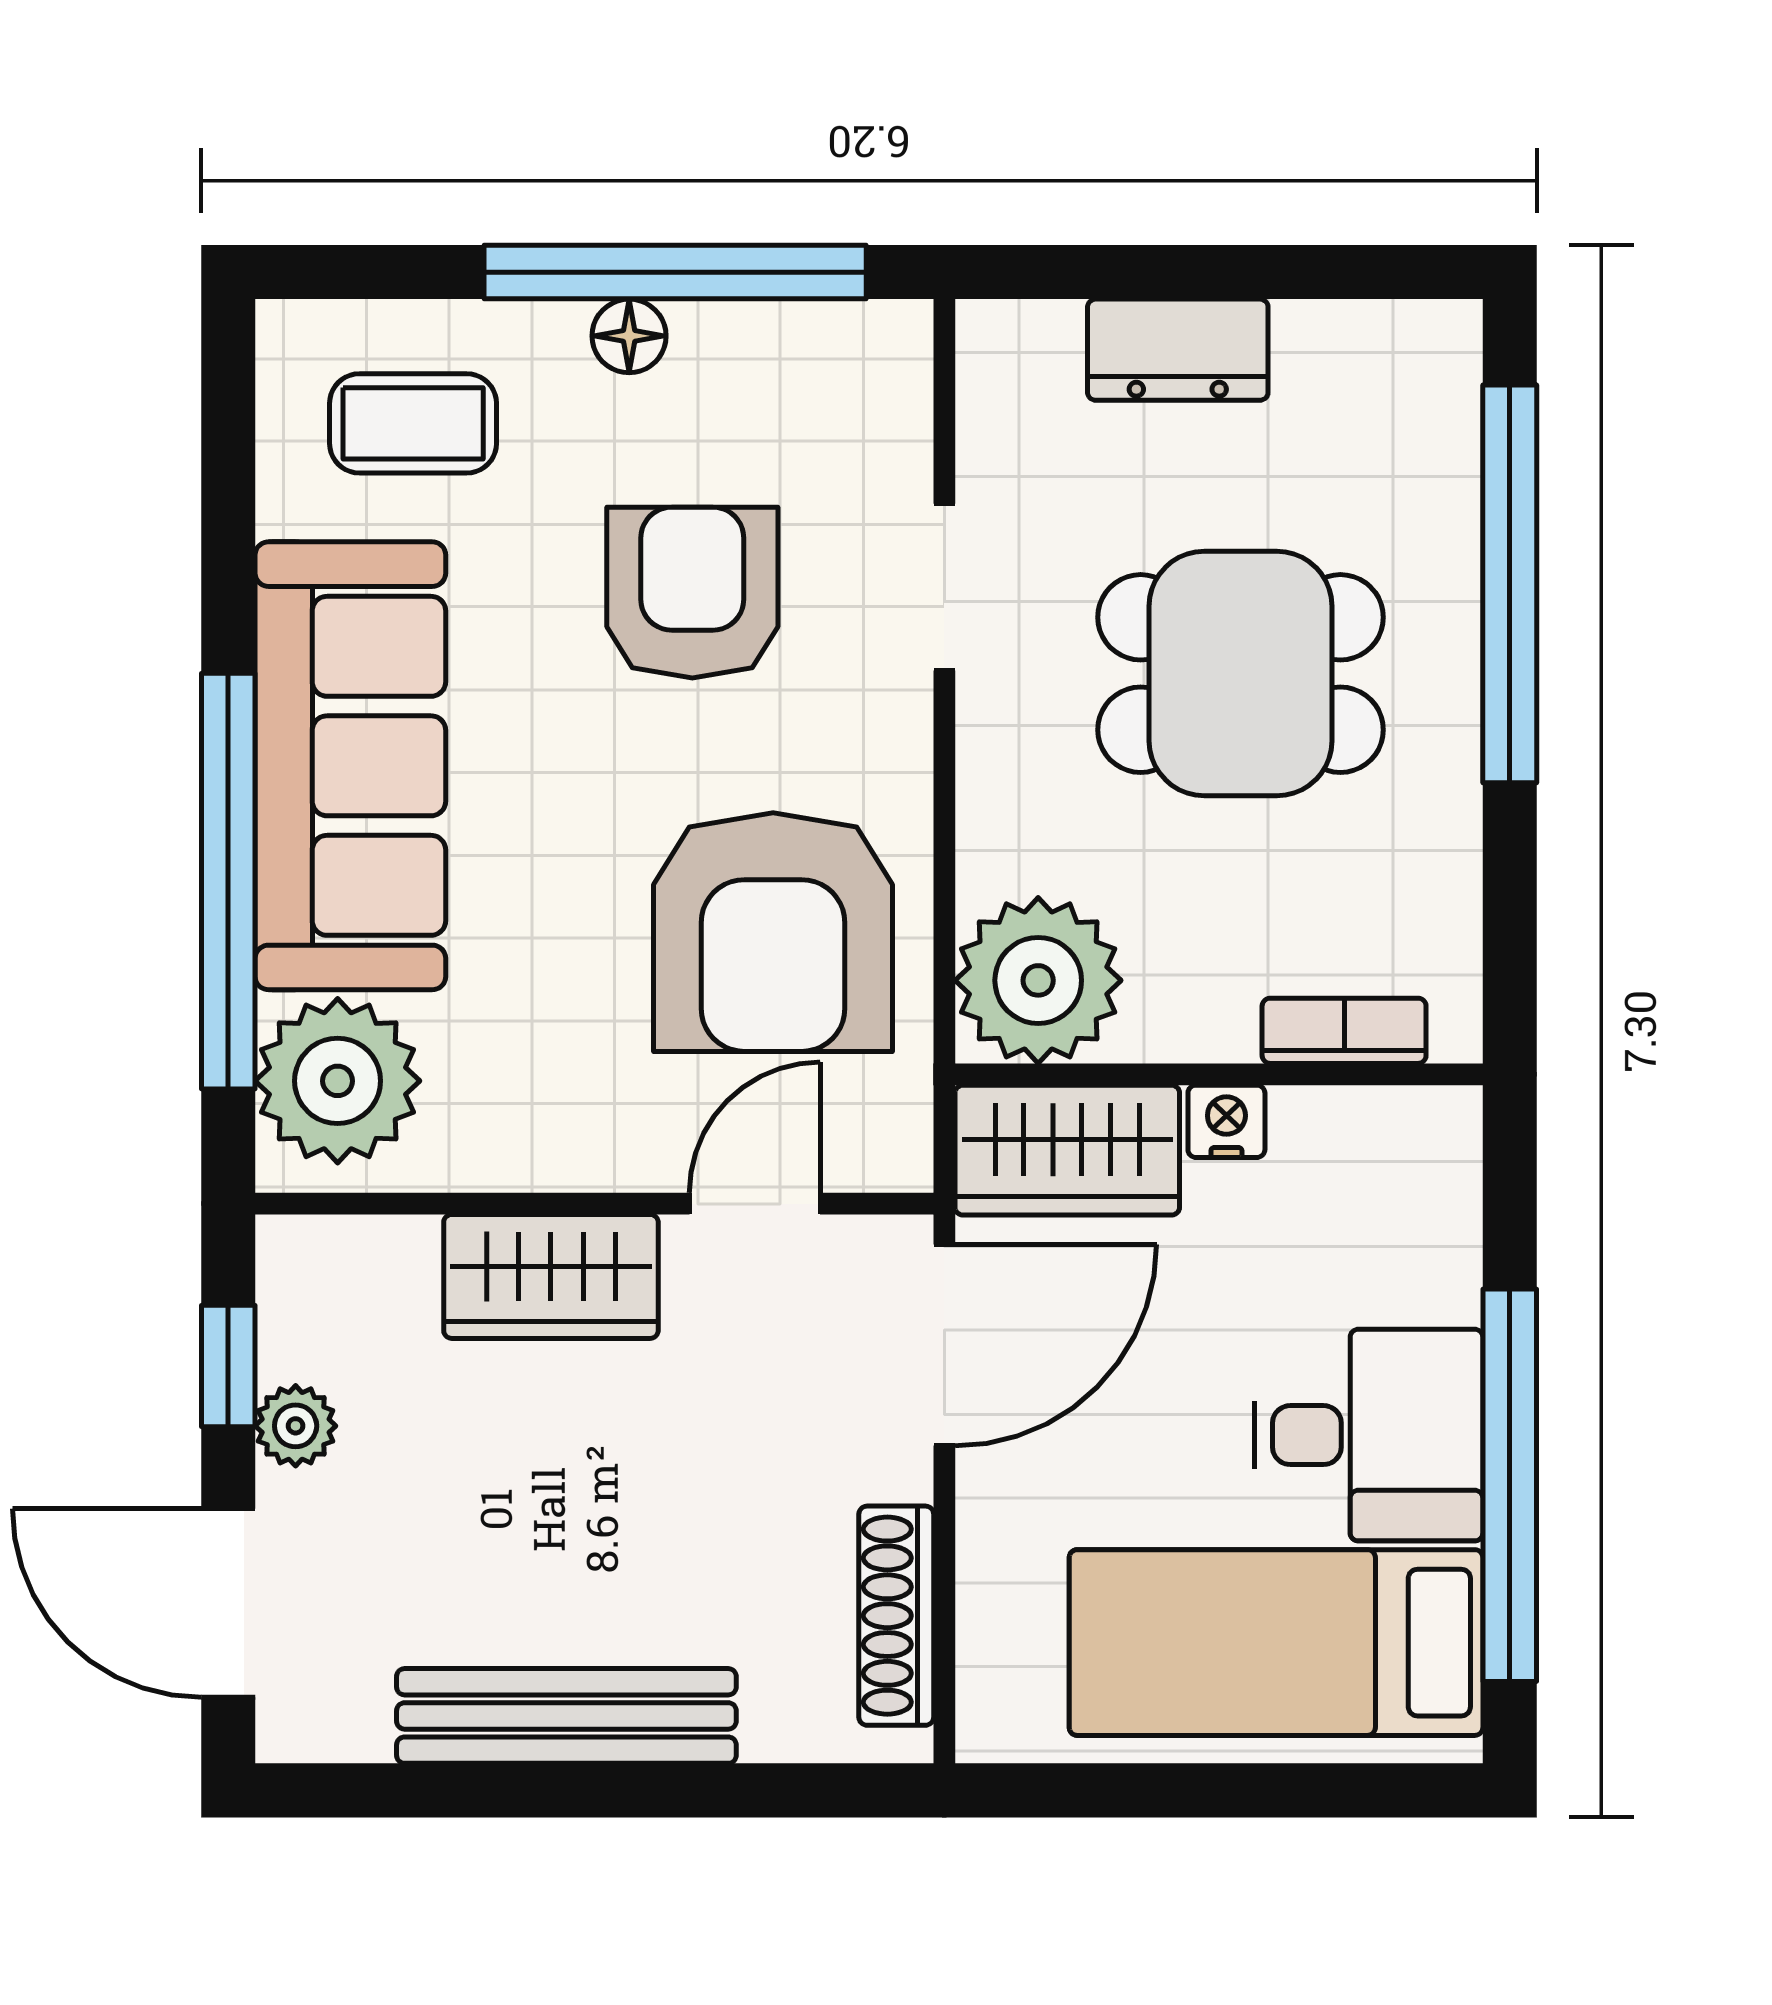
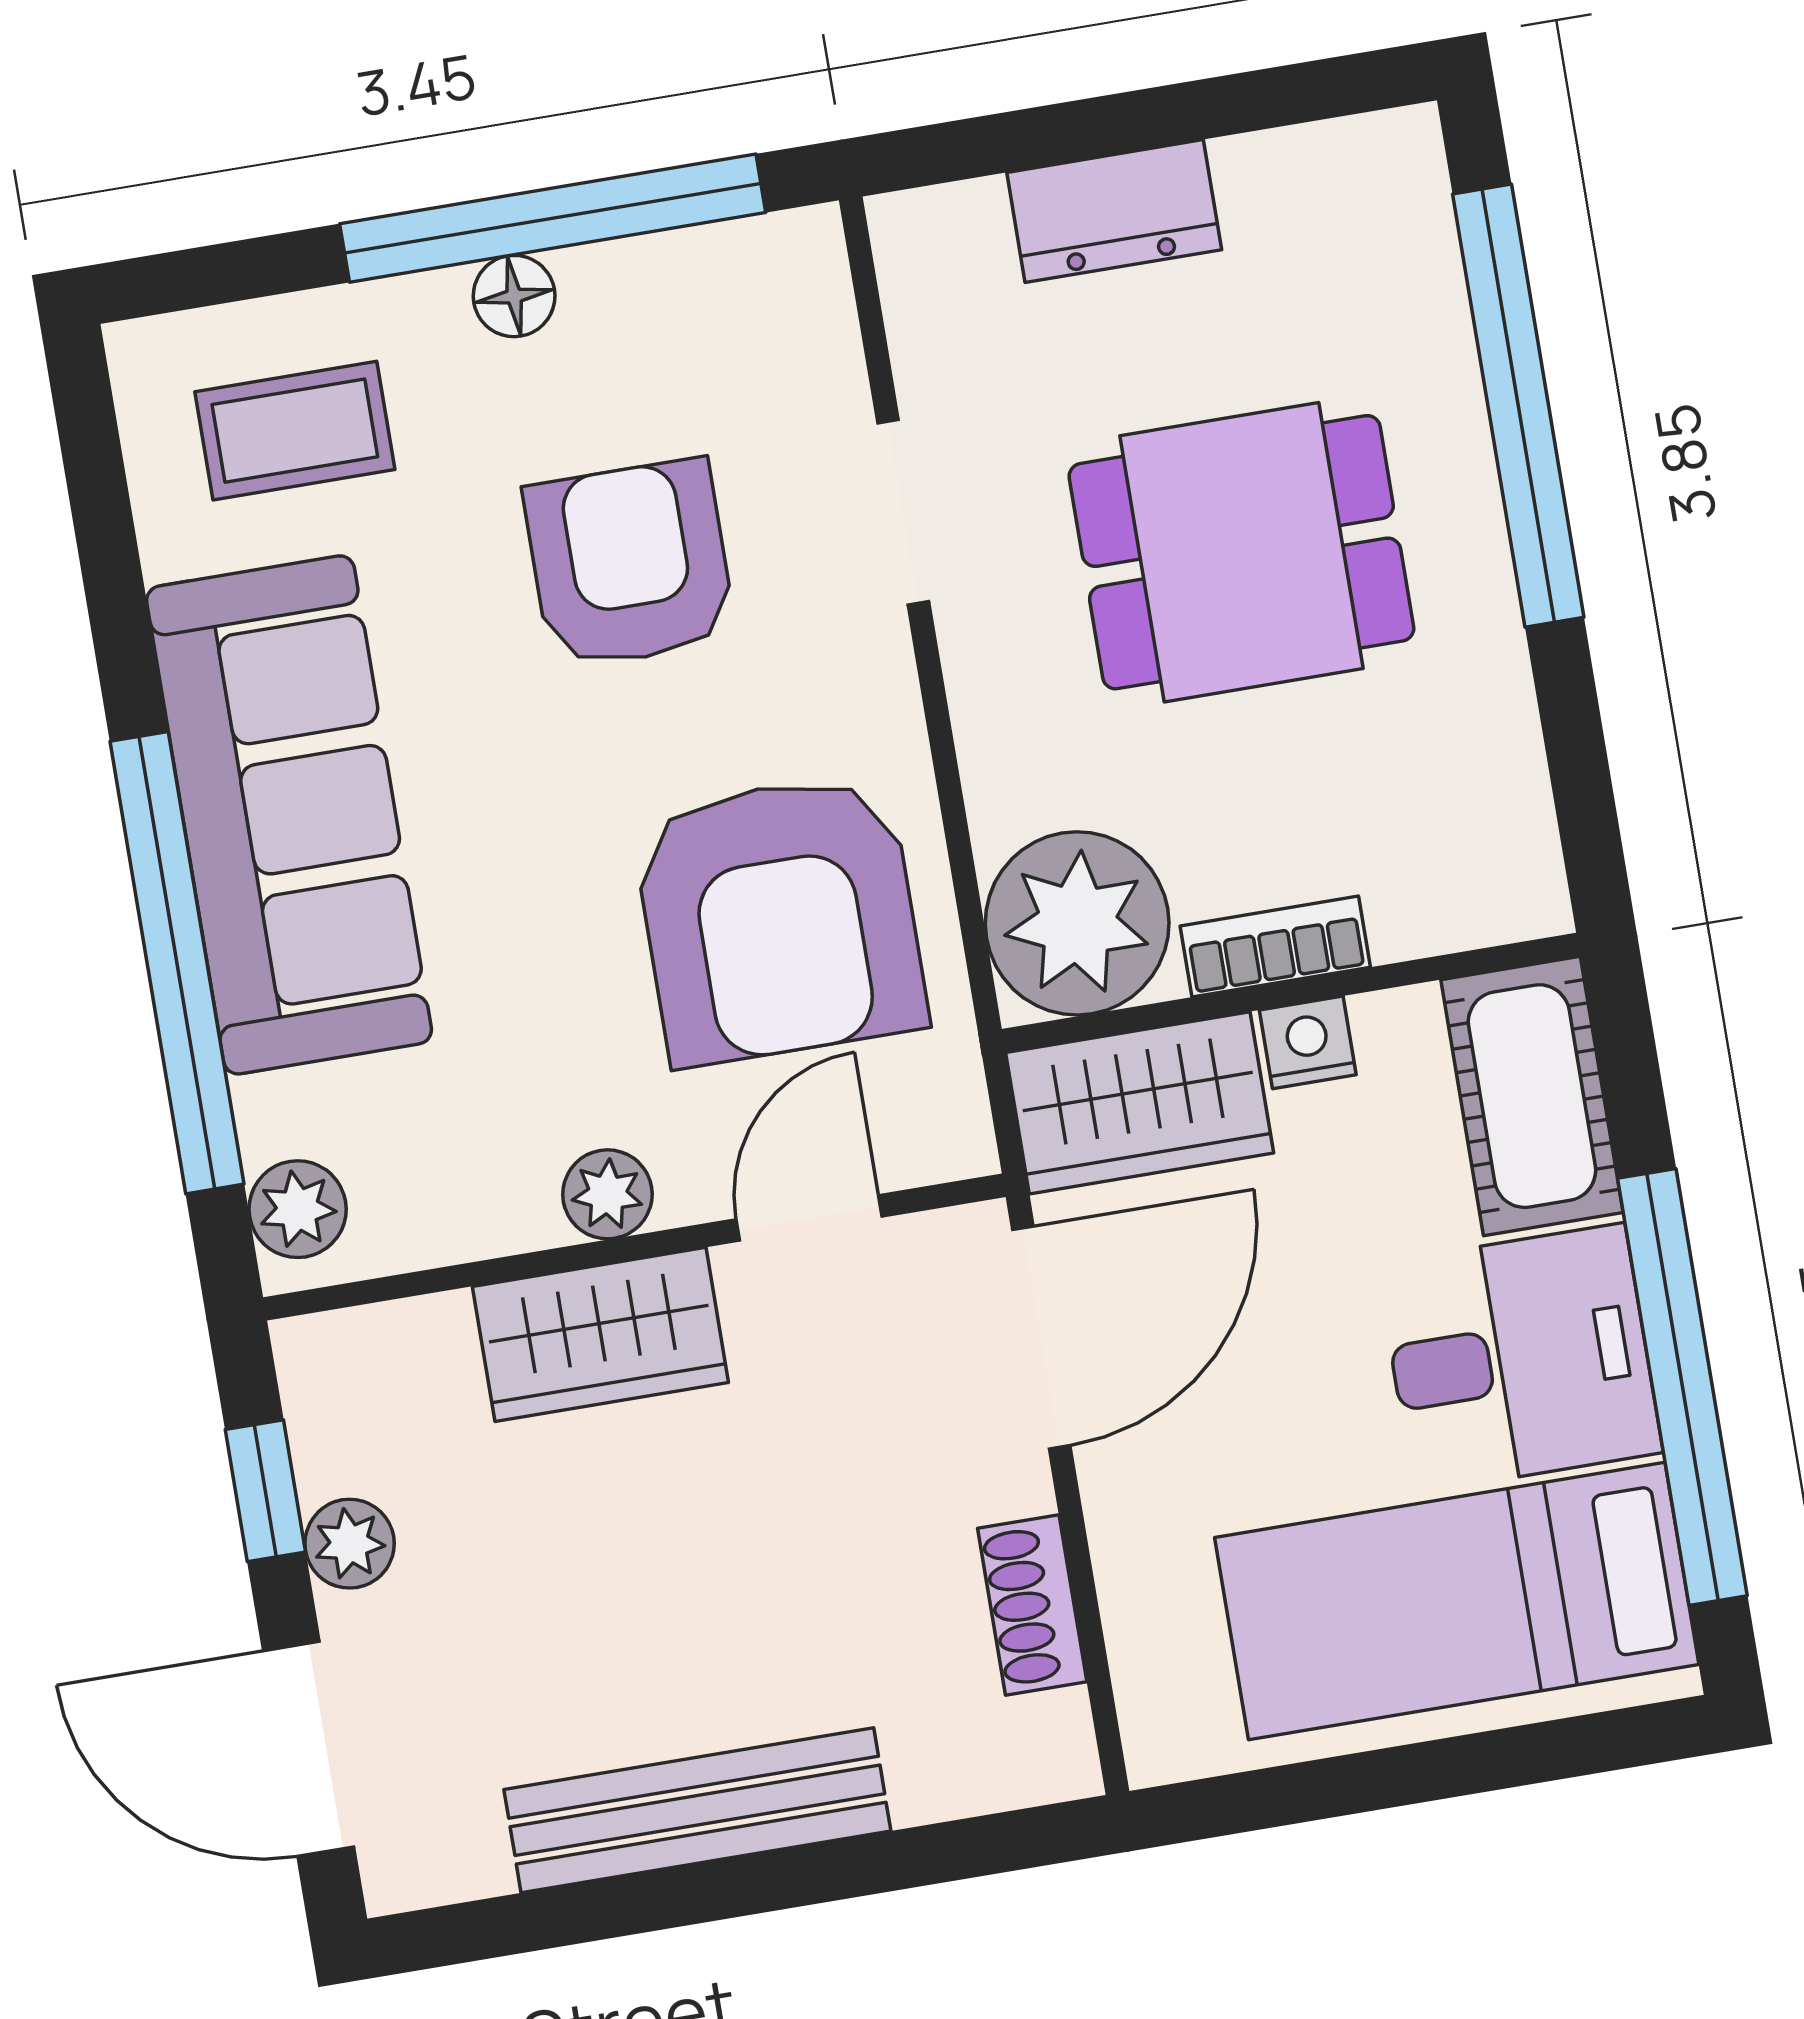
bookcase: (1344, 1031) -> (1275, 947), moved
plant: (338, 1081) -> (298, 1209), width x0.53, depth x0.53
plant: (578, 1152) -> (607, 1194), added
cot: (1419, 1203) -> (1532, 1096), added
shoe rack: (896, 1616) -> (1032, 1605), width x0.70

